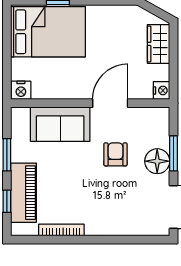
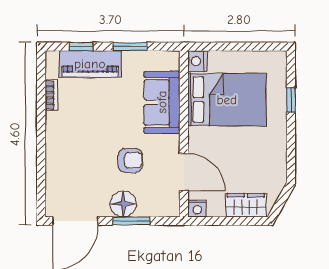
bed: (48, 32) -> (227, 100), moved, turned -90
door: (110, 103) -> (184, 172), moved
bookcase: (61, 230) -> (51, 95), width x0.64

